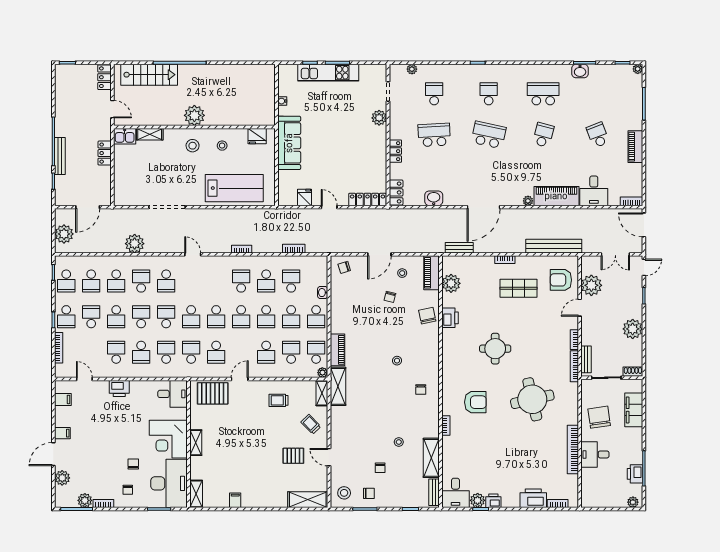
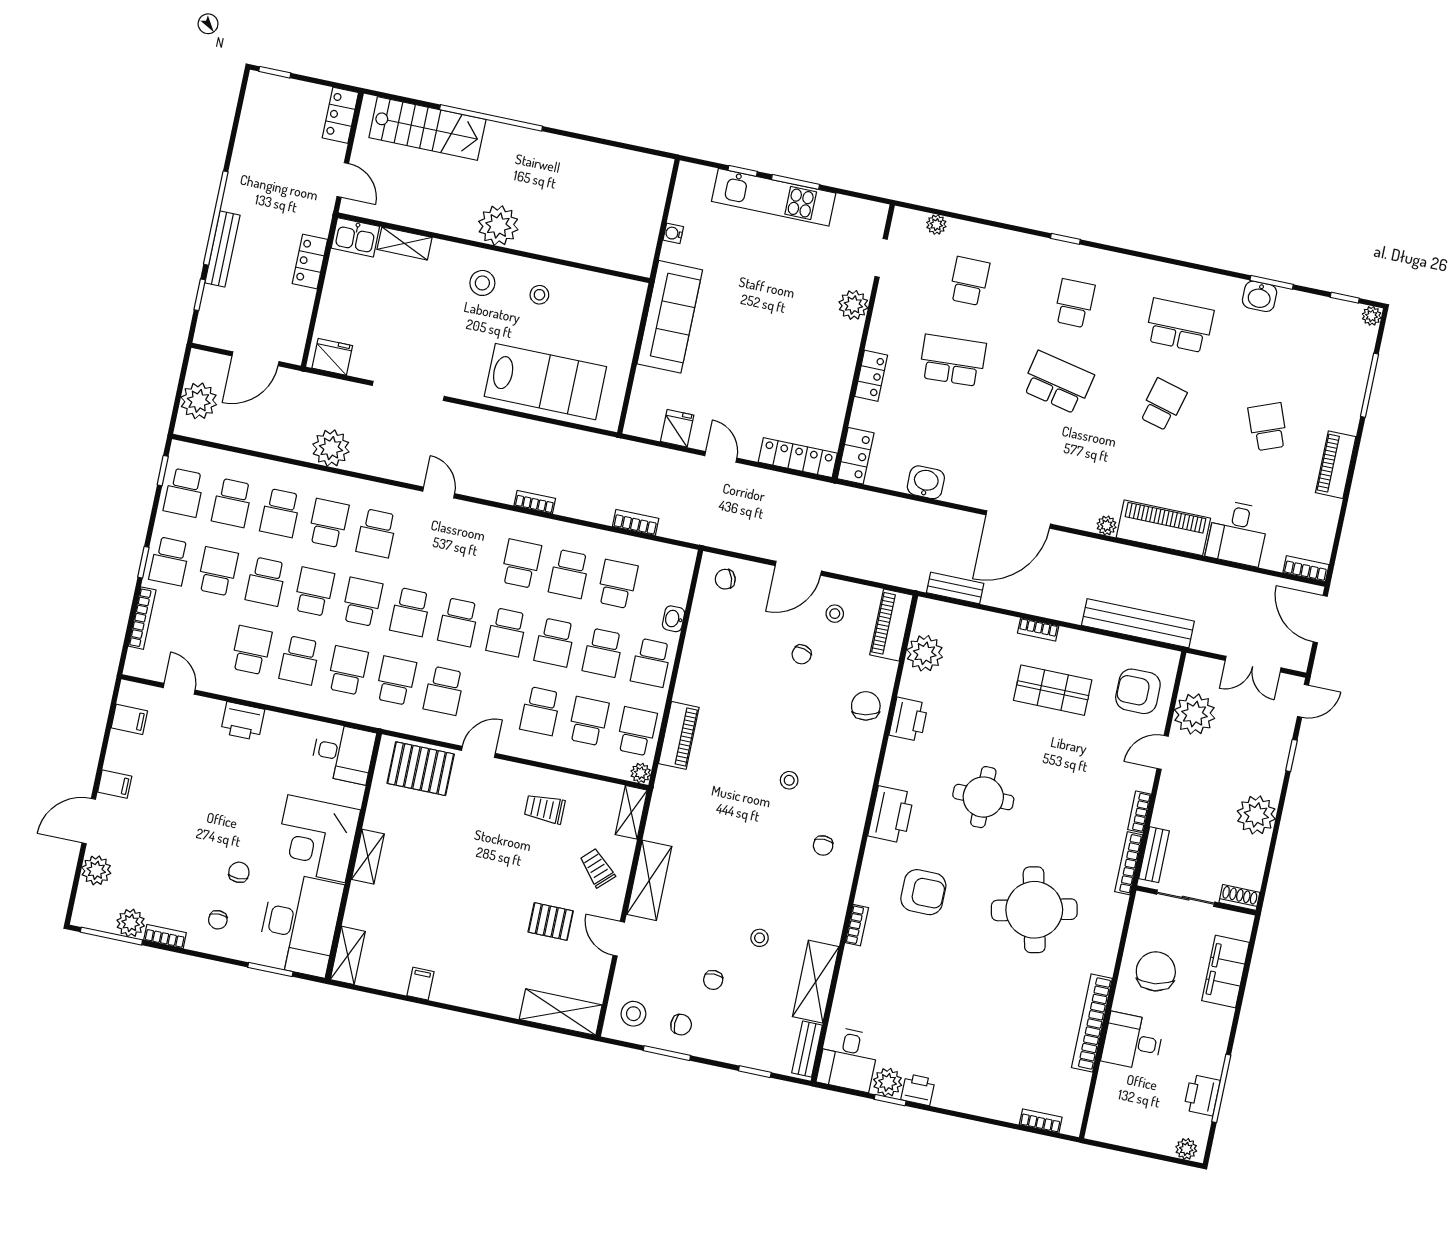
fridge: (257, 136) -> (332, 357), moved, turned 180
shelving: (338, 386) -> (649, 880), moved
printer: (533, 498) -> (891, 815), moved, turned 90

